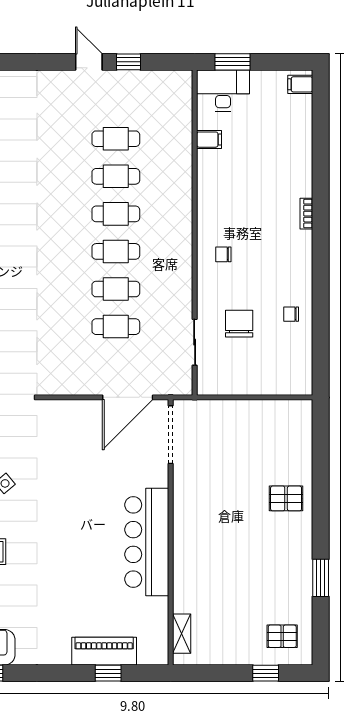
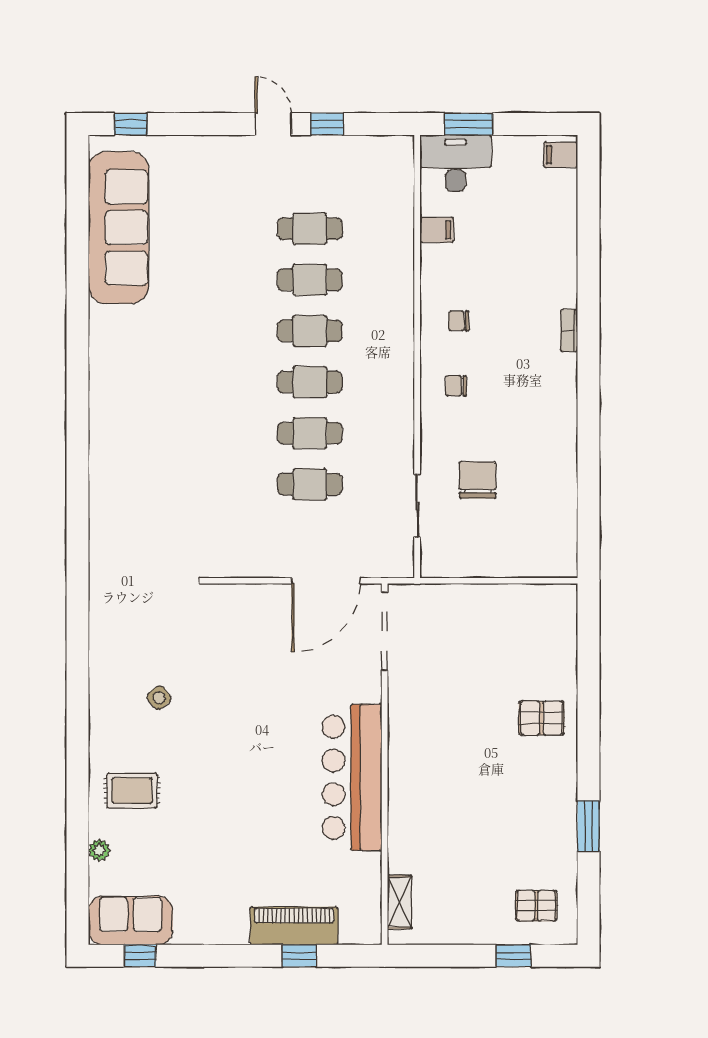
chair: (291, 314) -> (459, 321), moved

